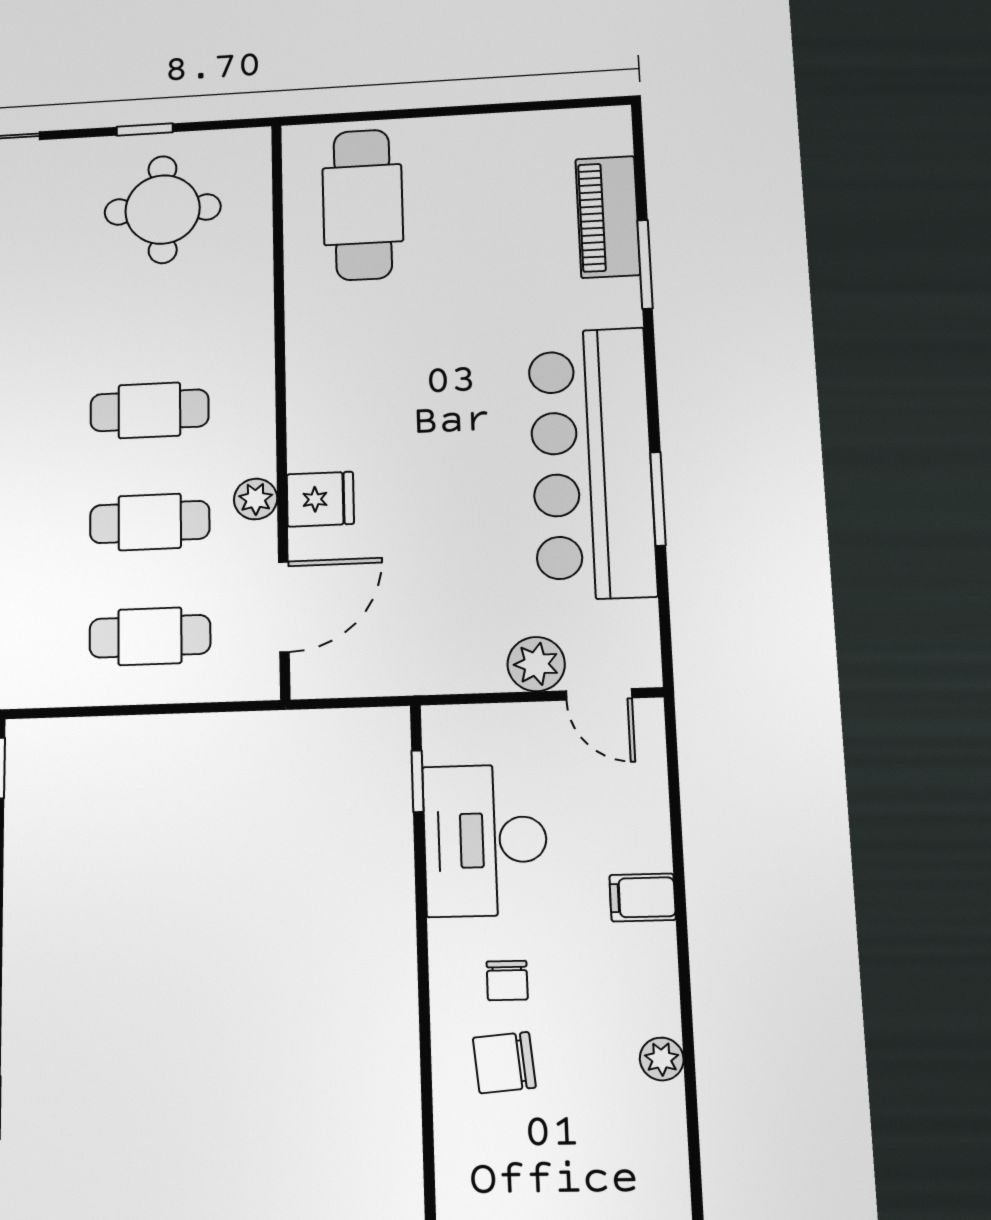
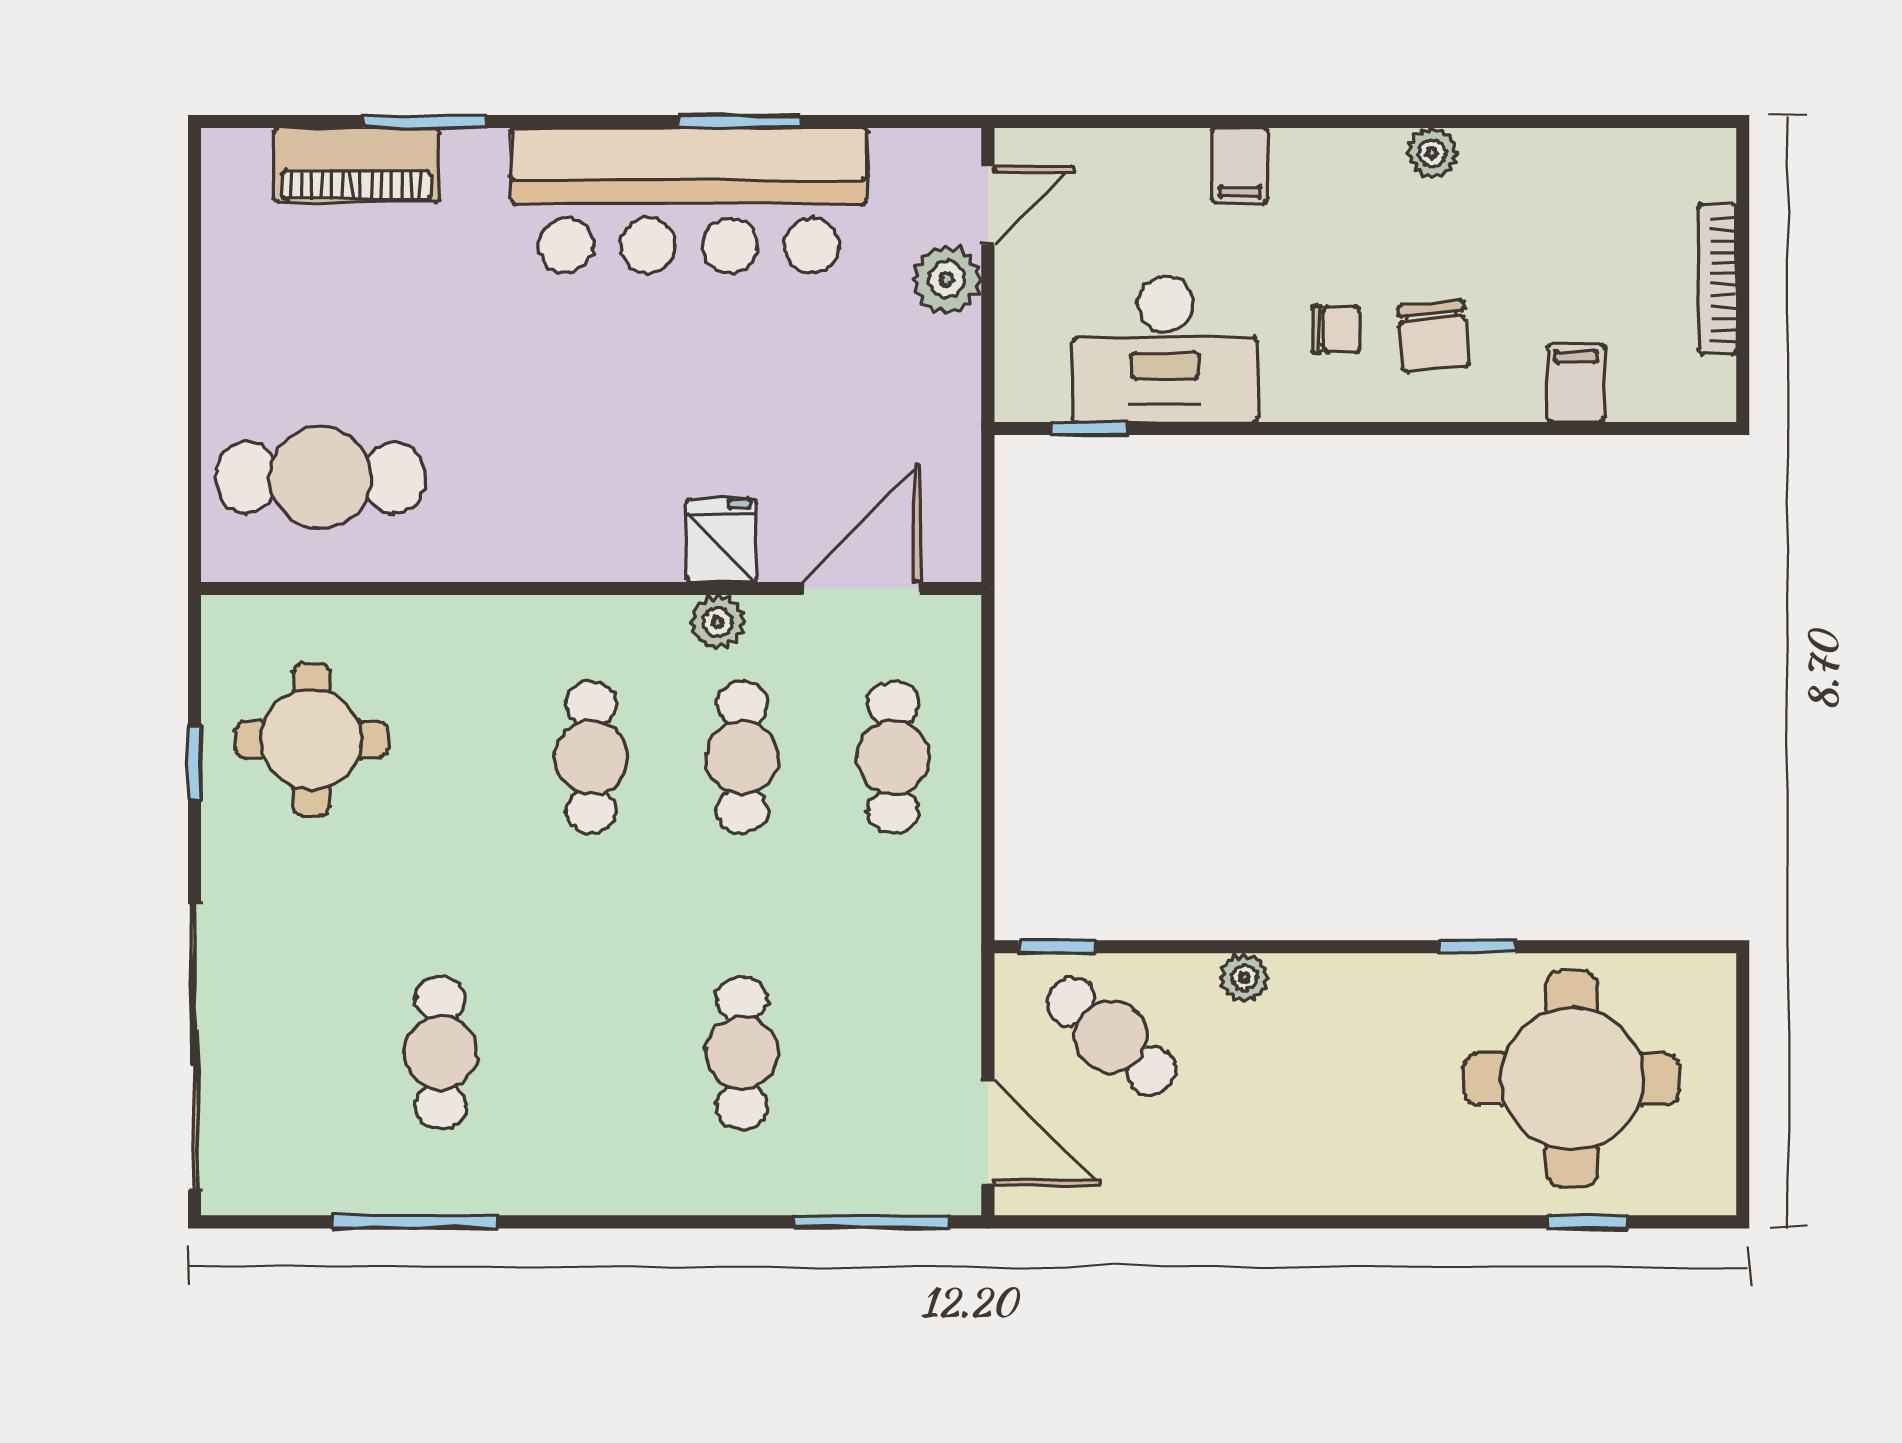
door: (284, 607) -> (861, 589), hinge flipped
filing cabinet: (468, 1186) -> (1576, 383), added

